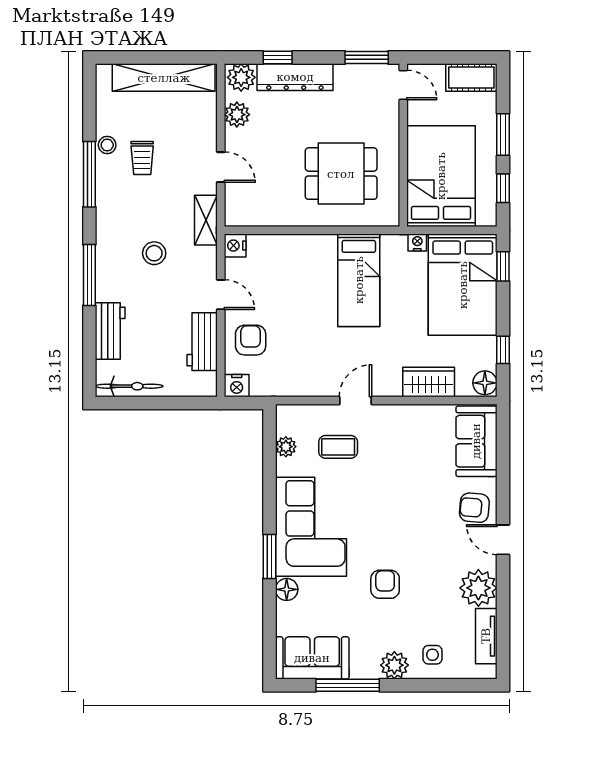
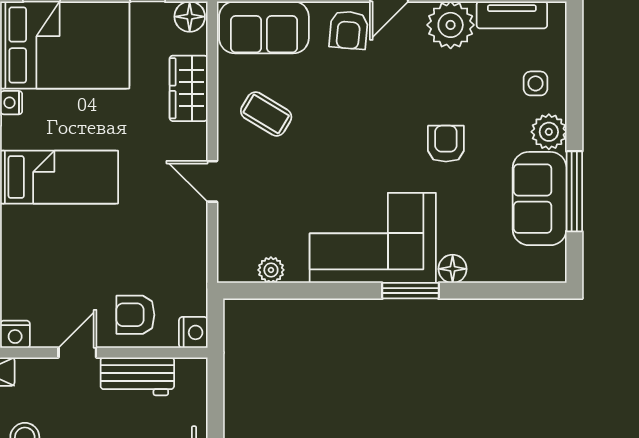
coffee table: (338, 447) -> (266, 114), moved, turned -59
armchair: (385, 584) -> (446, 144), turned 90
sofa: (312, 658) -> (540, 199), moved

